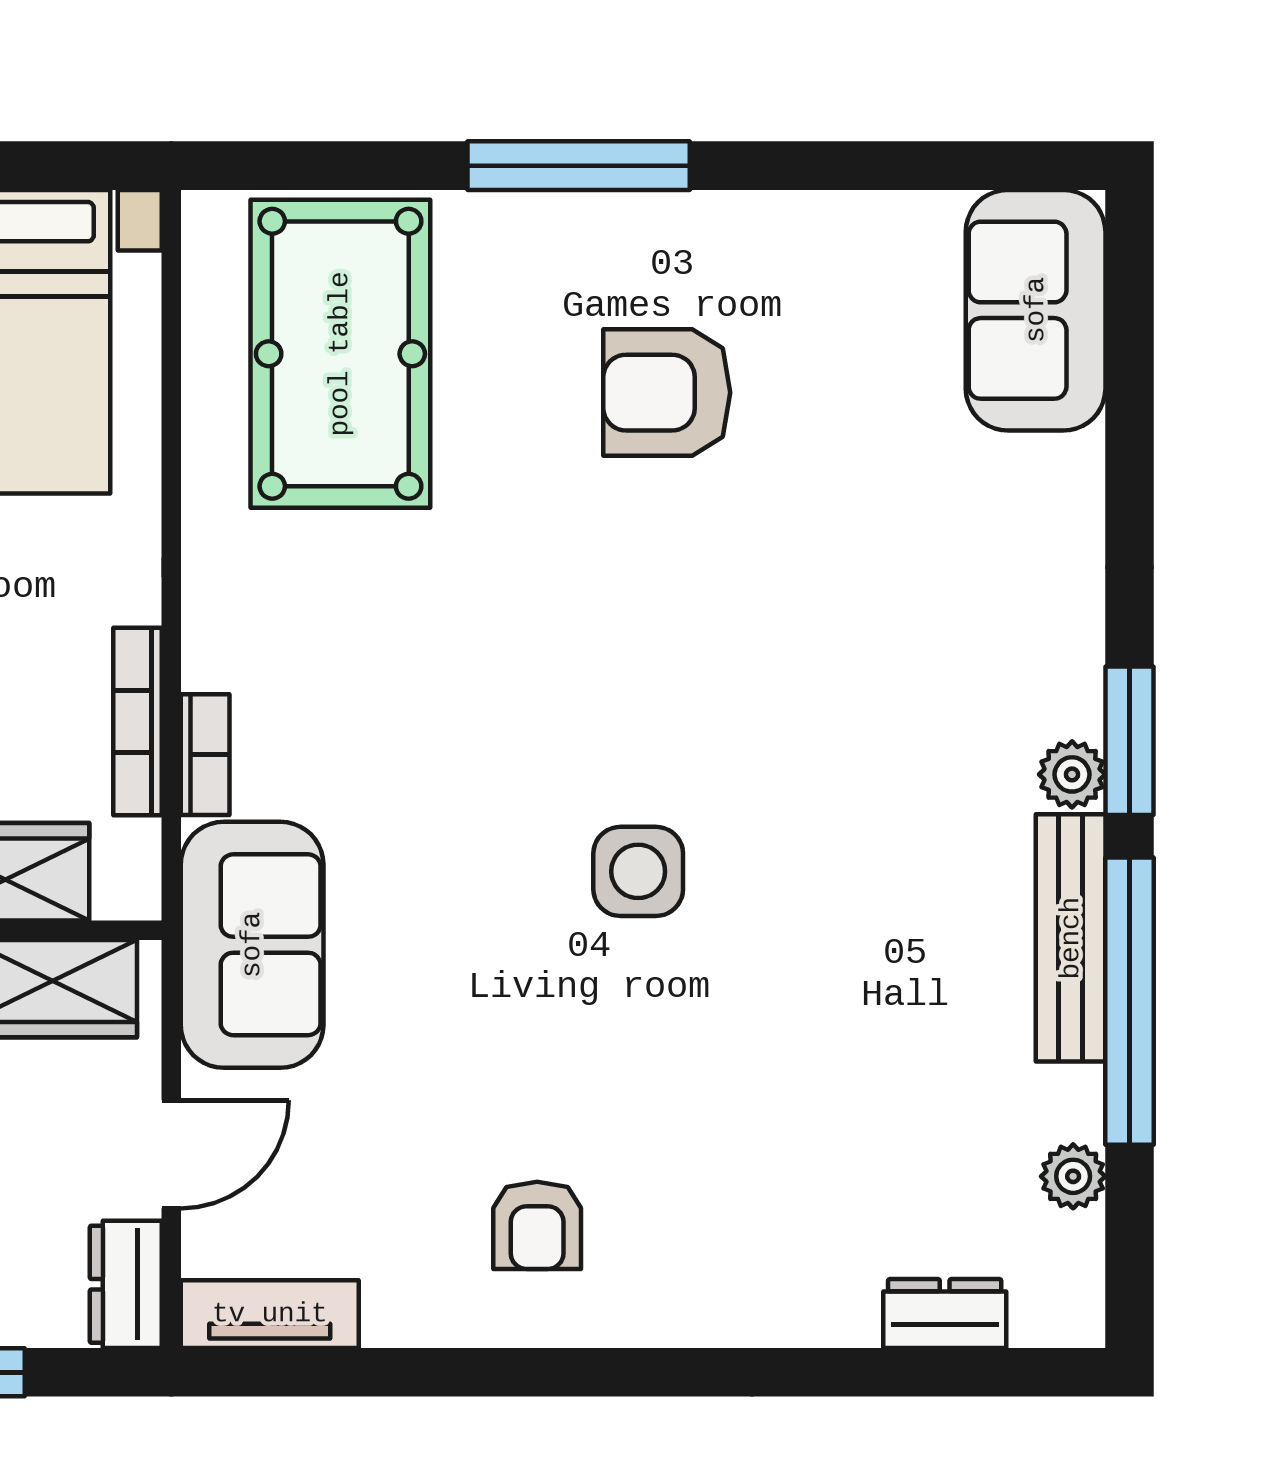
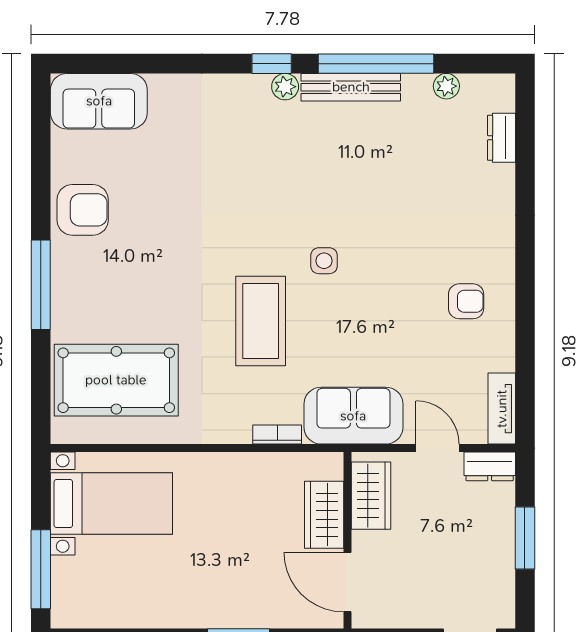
armchair: (667, 393) -> (83, 210), moved, turned -90
coffee table: (488, 713) -> (261, 321), added
bookcase: (138, 722) -> (264, 462), removed
window: (1129, 741) -> (272, 64), width x0.67
side table: (638, 871) -> (324, 261), width x0.73, depth x0.73

